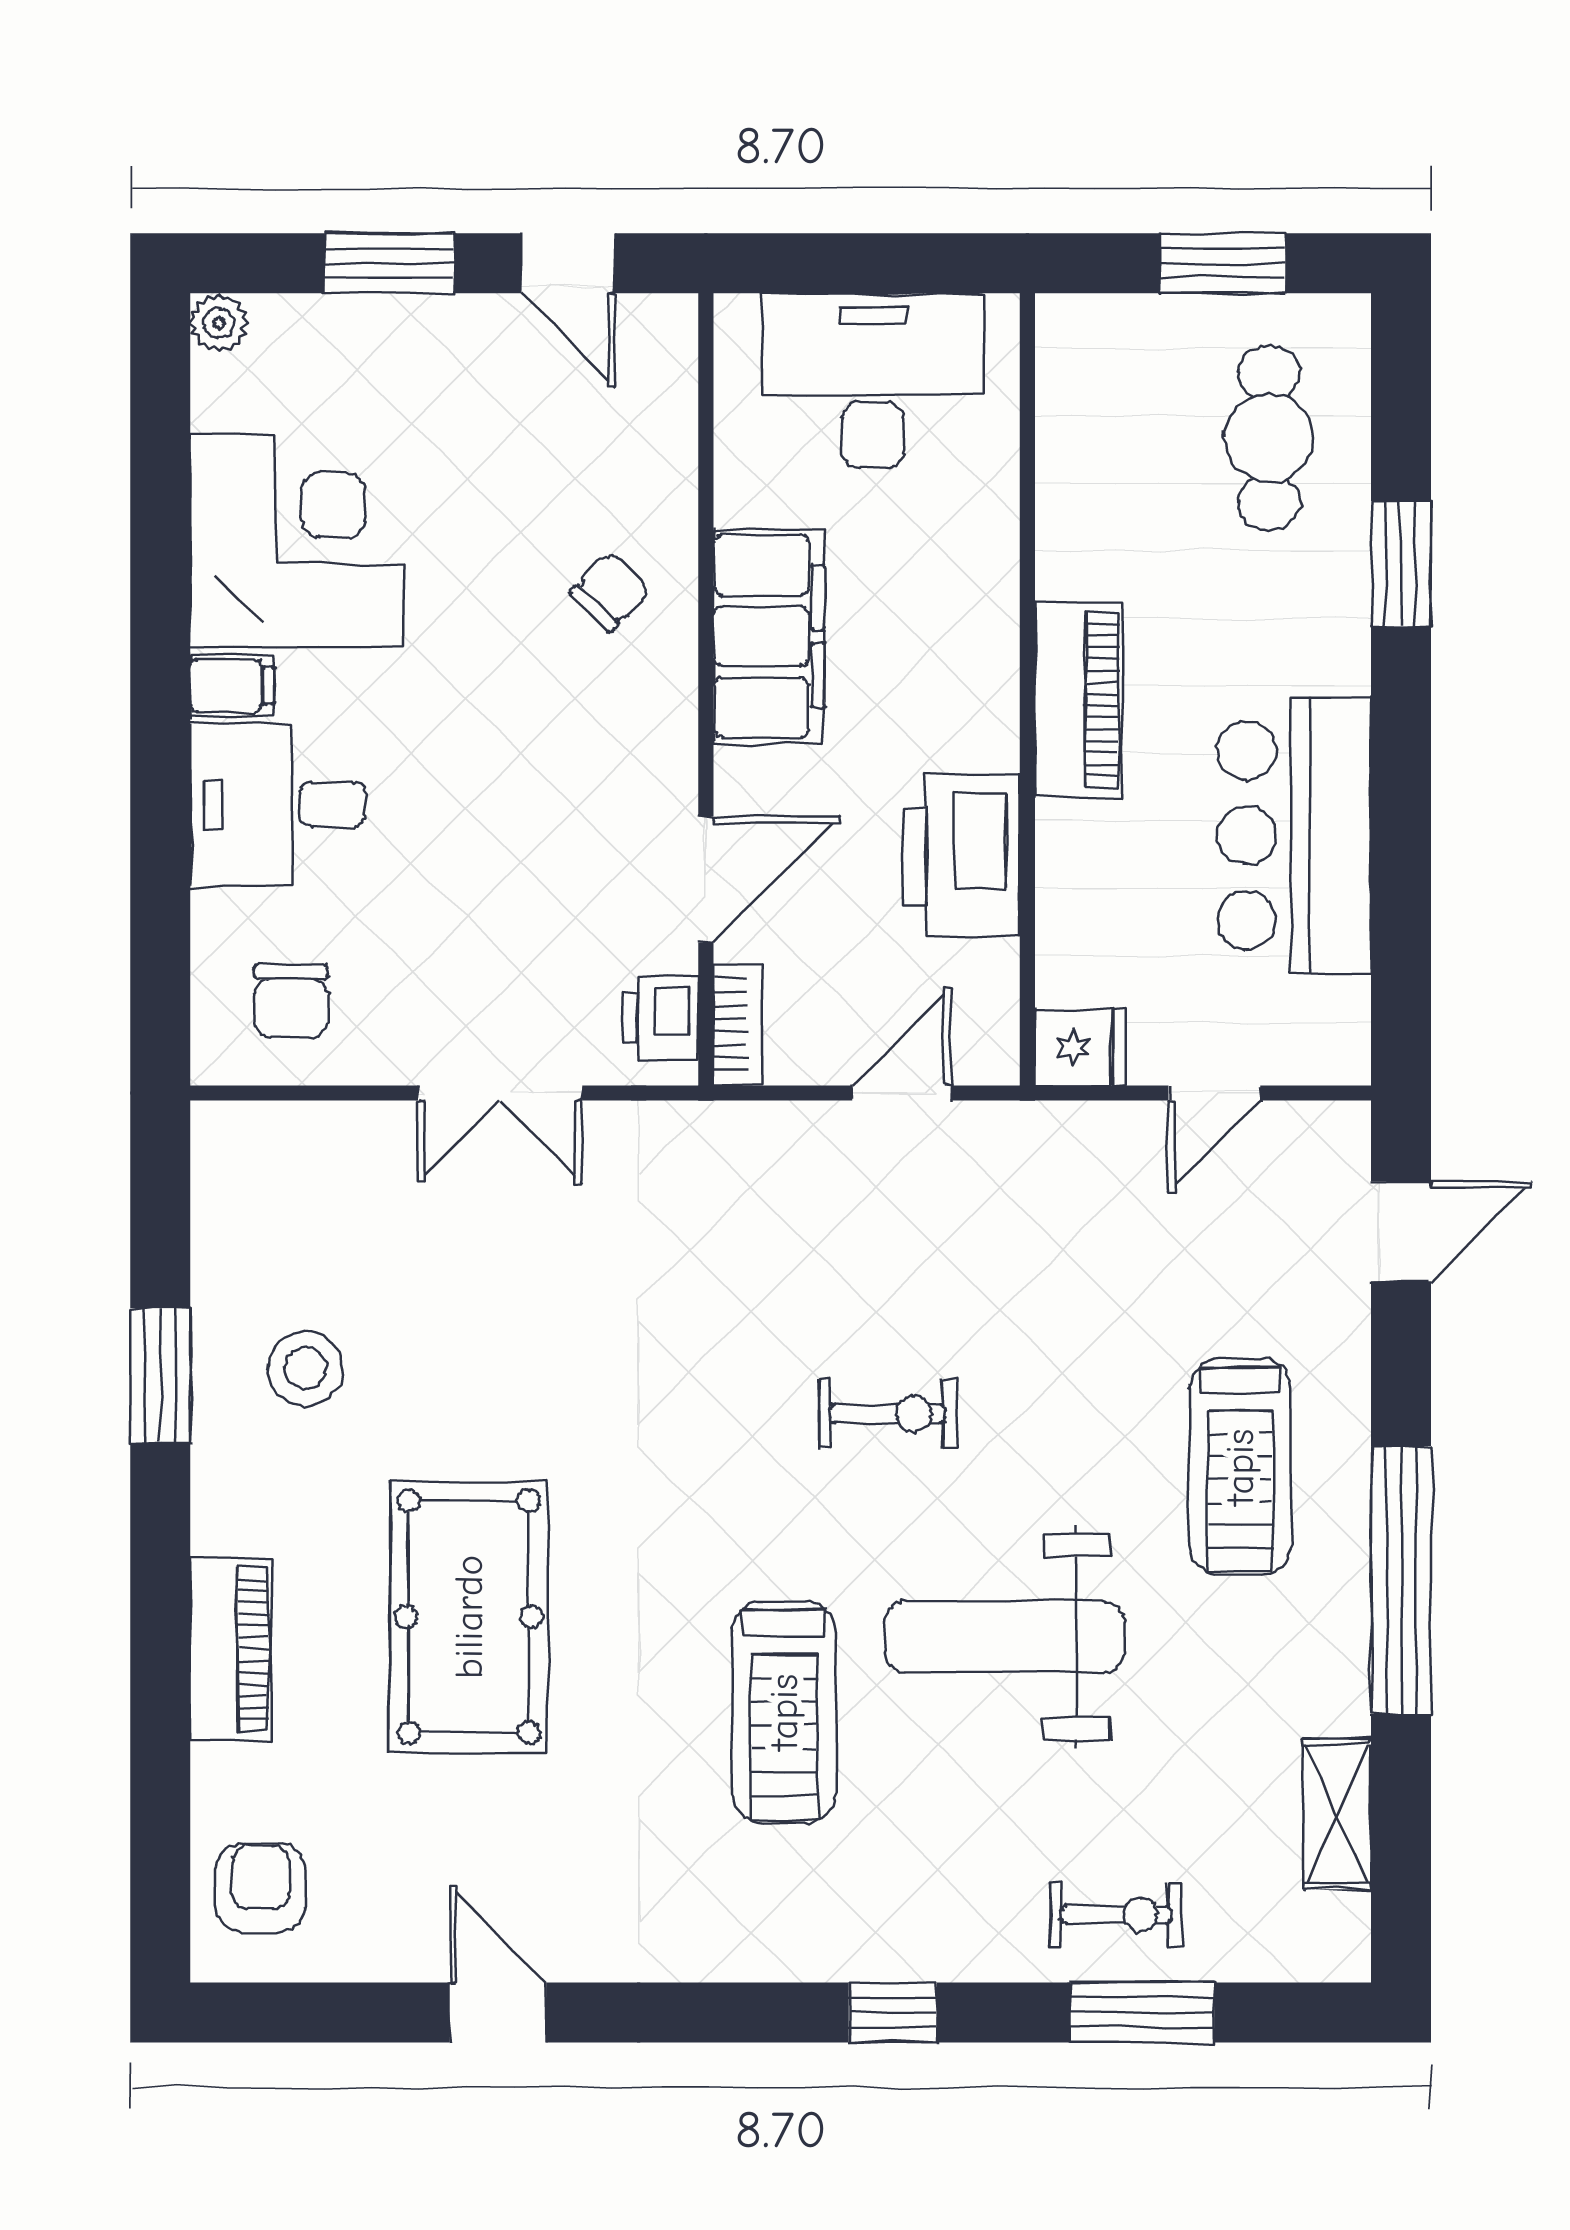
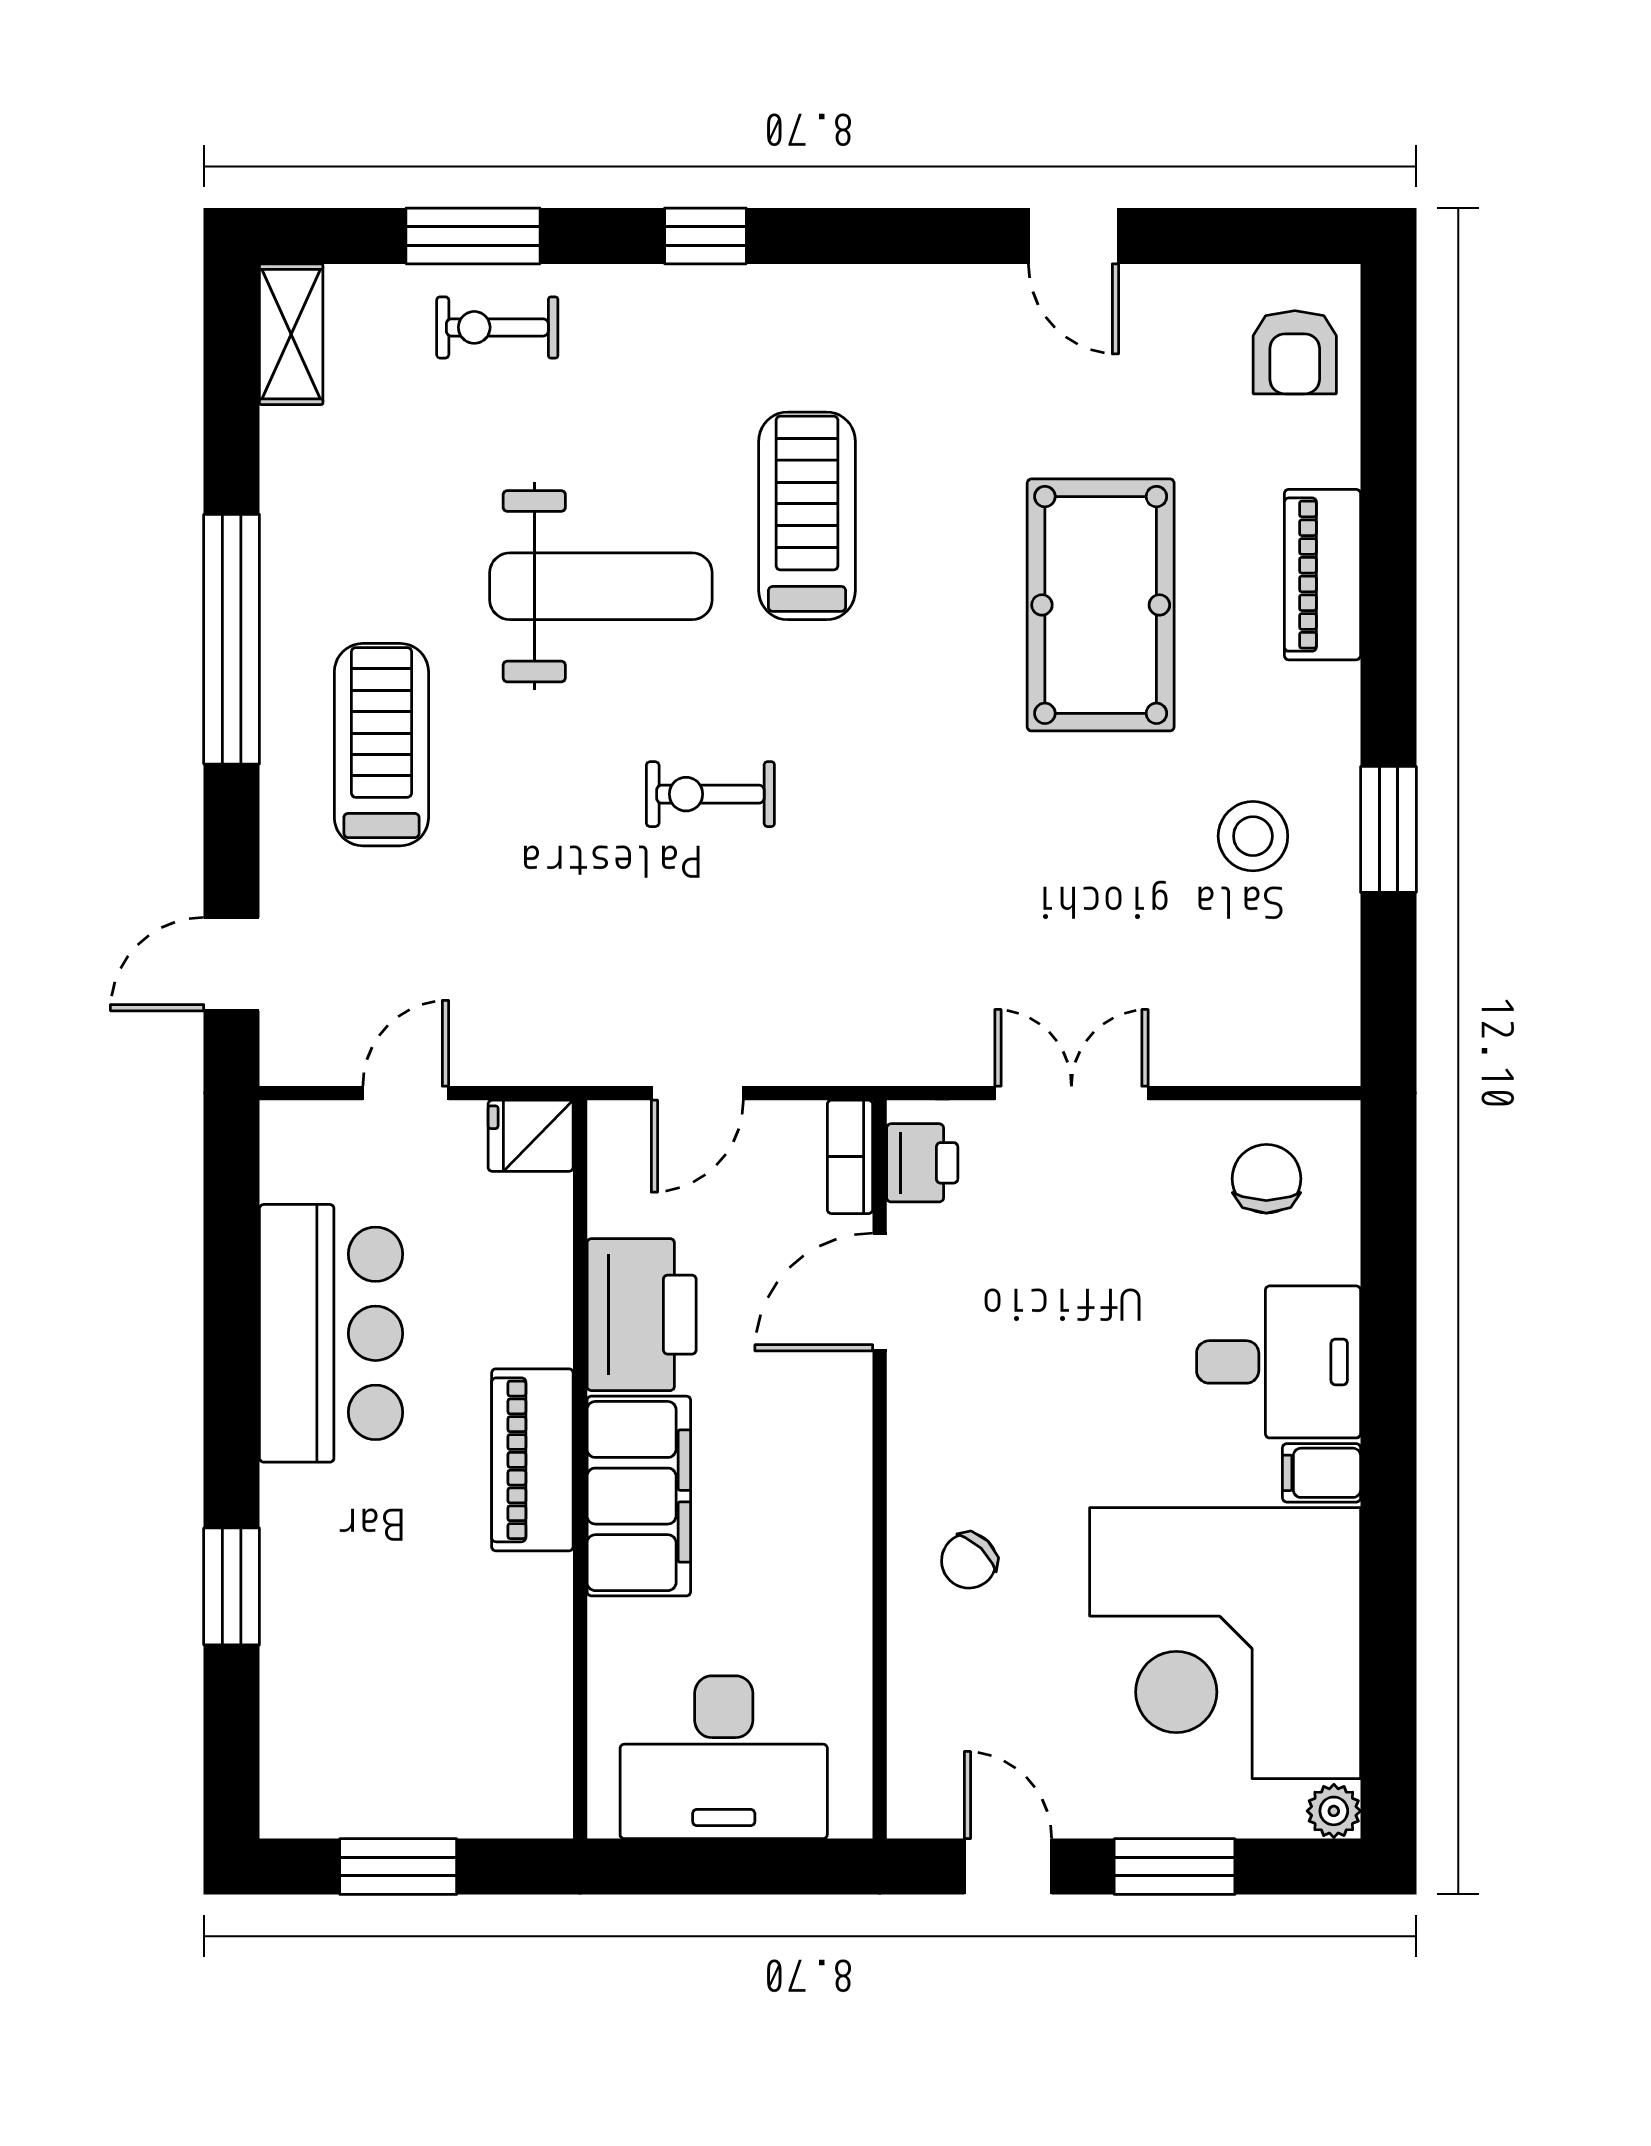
cafe table: (1269, 438) -> (355, 1704), removed
corner desk: (297, 541) -> (1225, 1643), width x1.36, depth x1.36
filing cabinet: (769, 636) -> (639, 1496), moved, turned 180
shelving: (1337, 1814) -> (291, 334), moved

